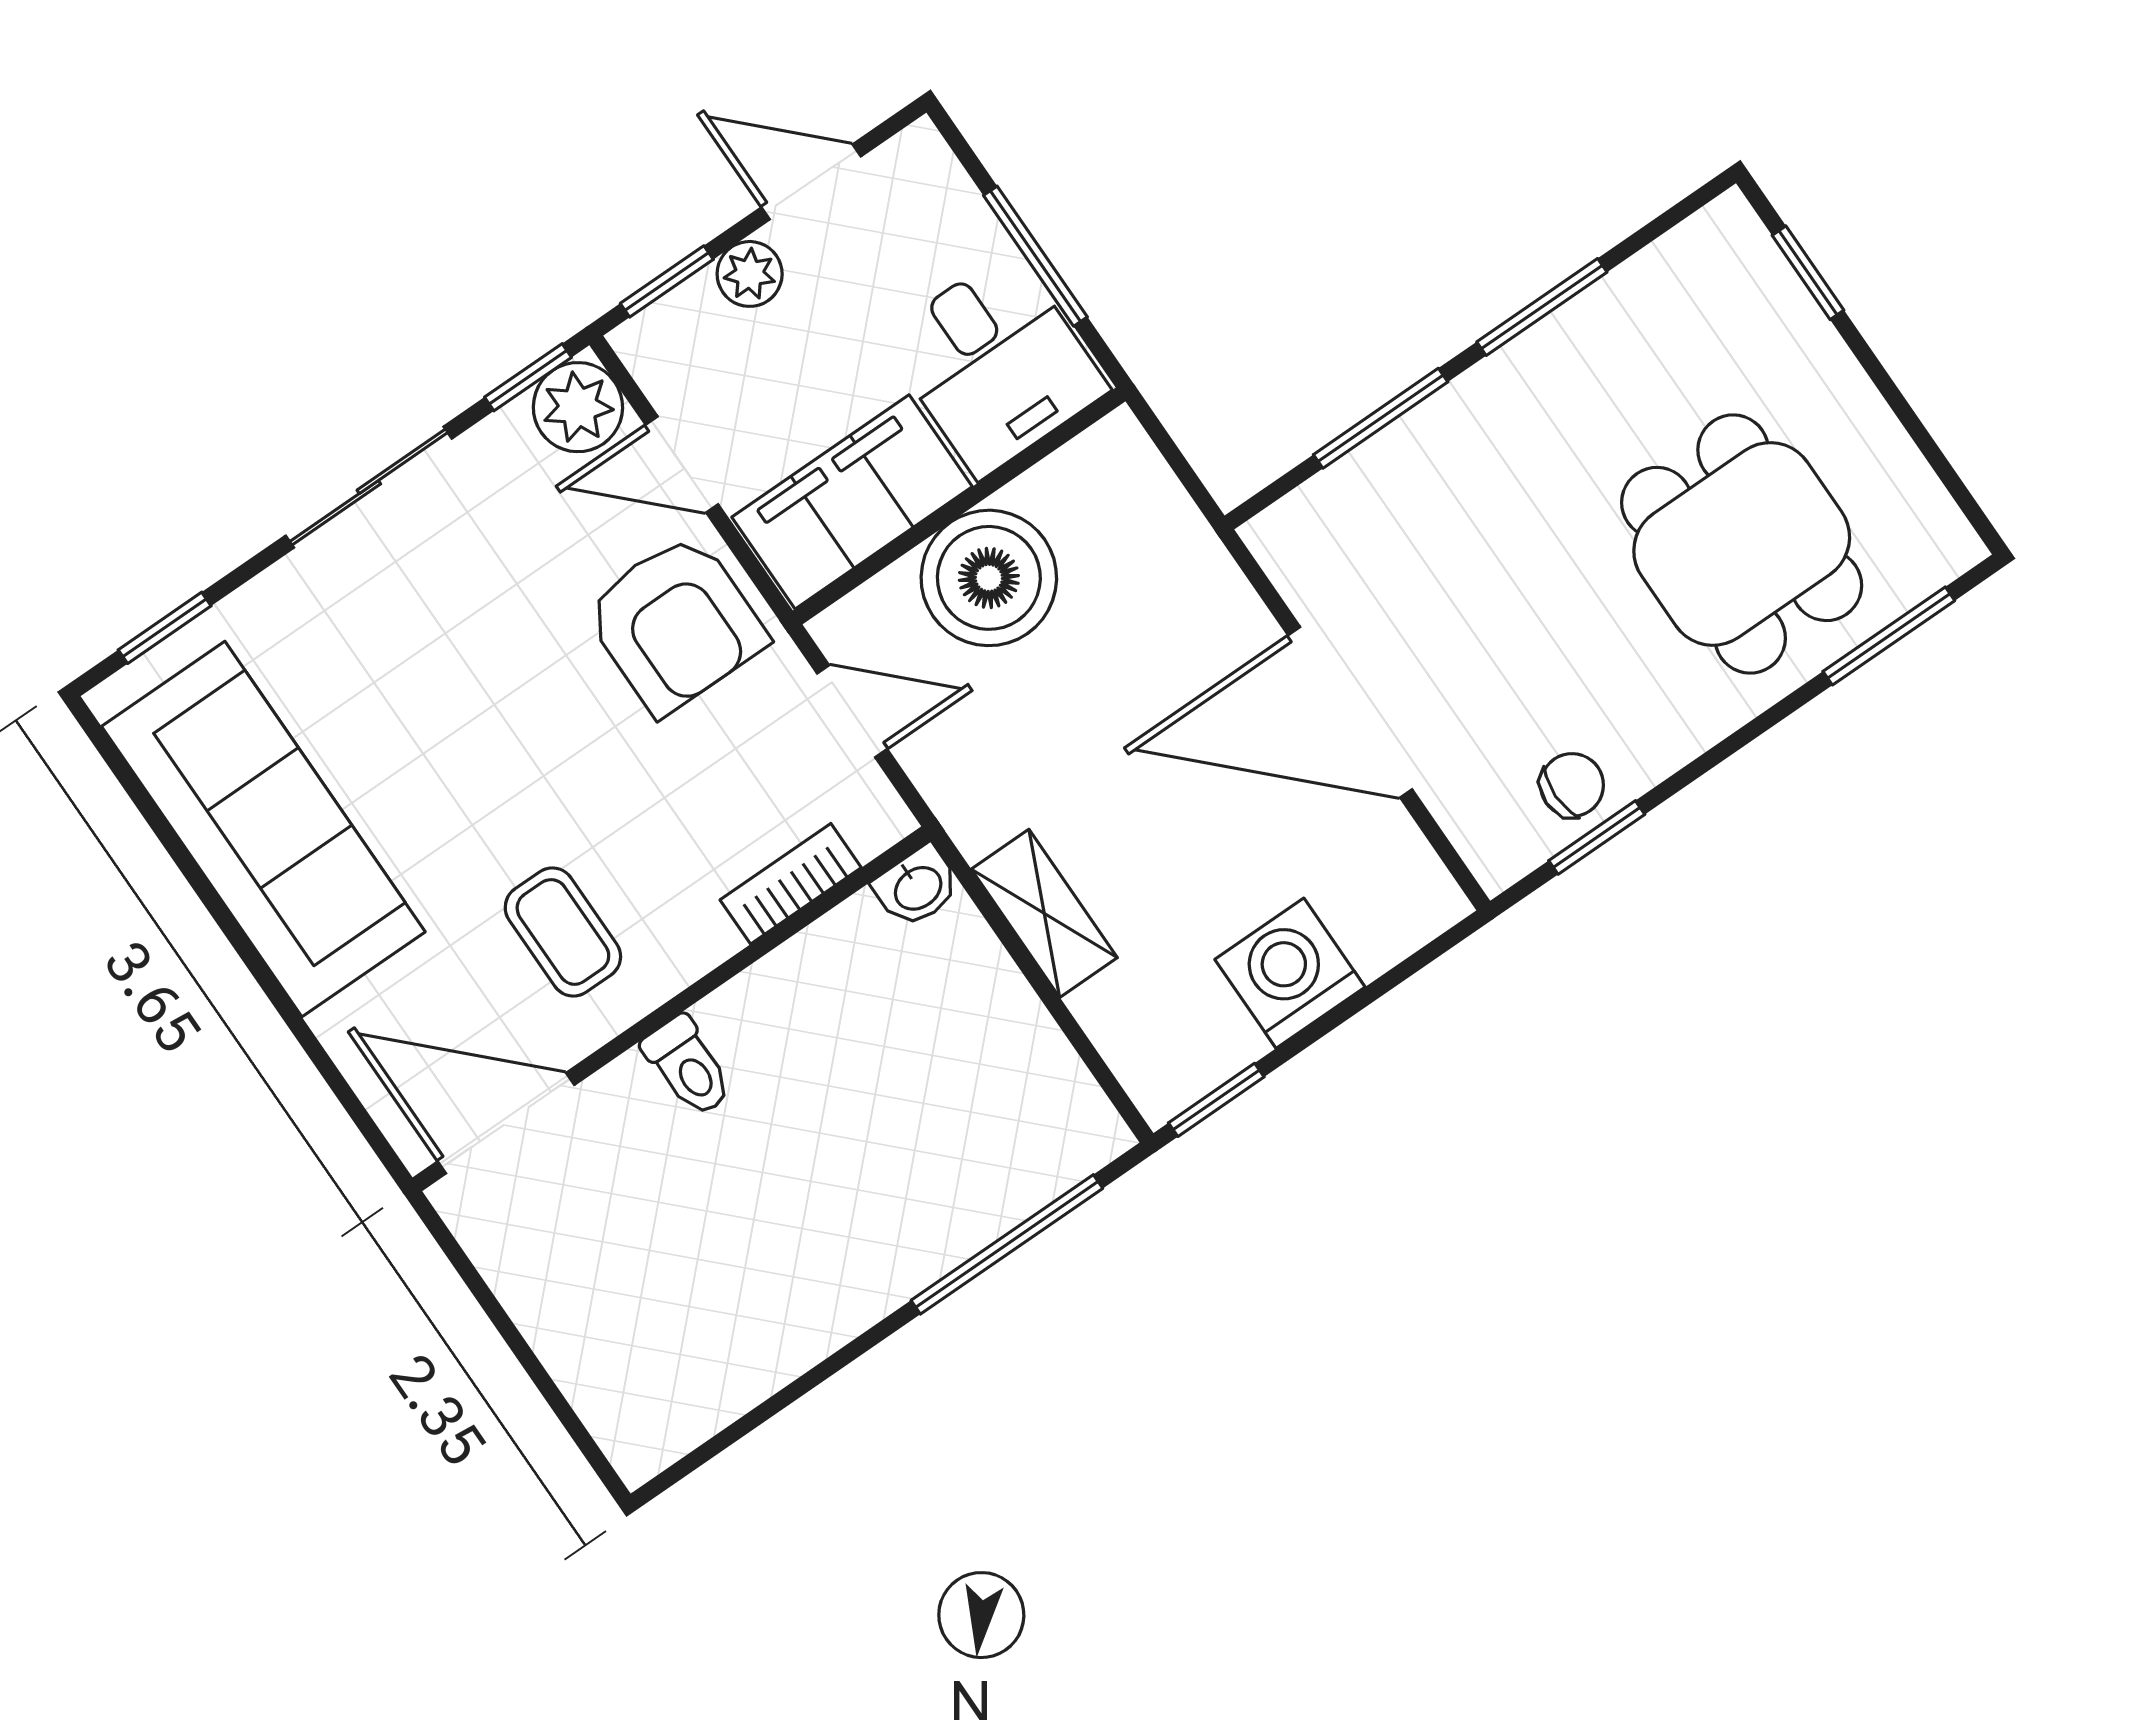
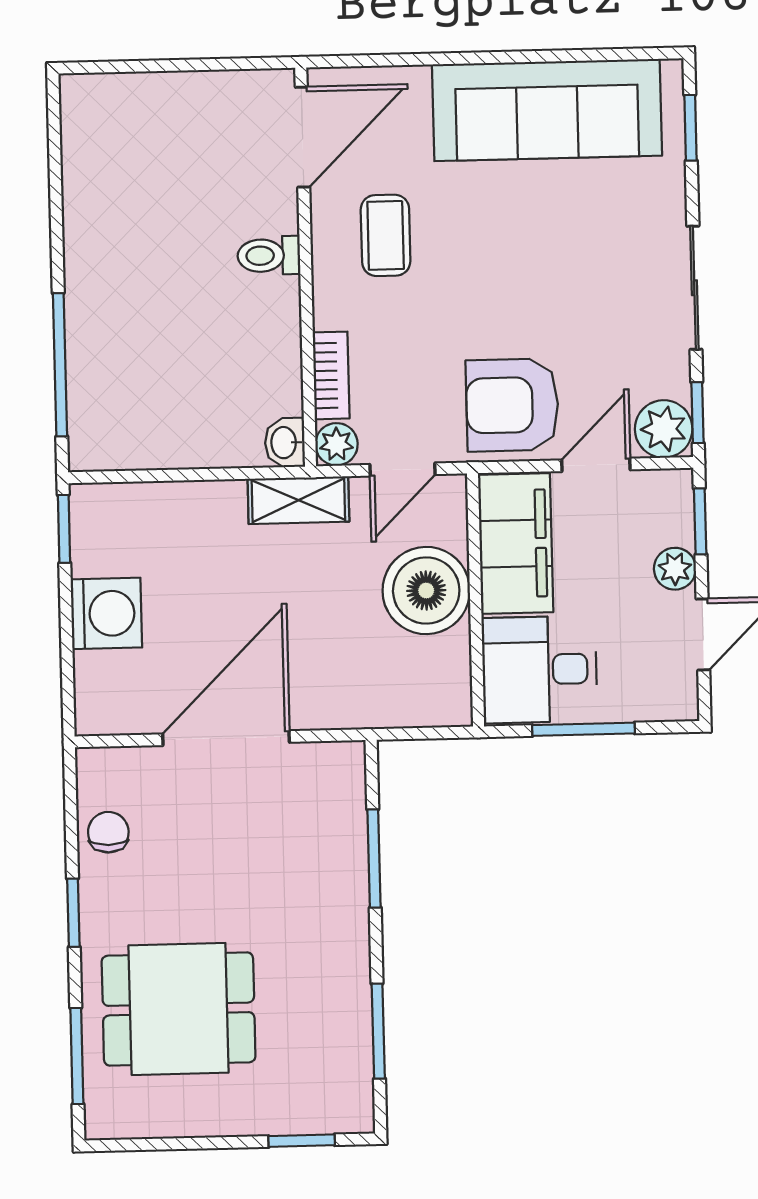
window: (1542, 307) -> (378, 1031), moved
chair: (1572, 785) -> (108, 832), turned 180
plant: (875, 818) -> (337, 444), added
window: (1597, 837) -> (73, 913), moved
shelving: (1044, 913) -> (298, 500), moved
coffee table: (563, 932) -> (386, 235), turned 90

